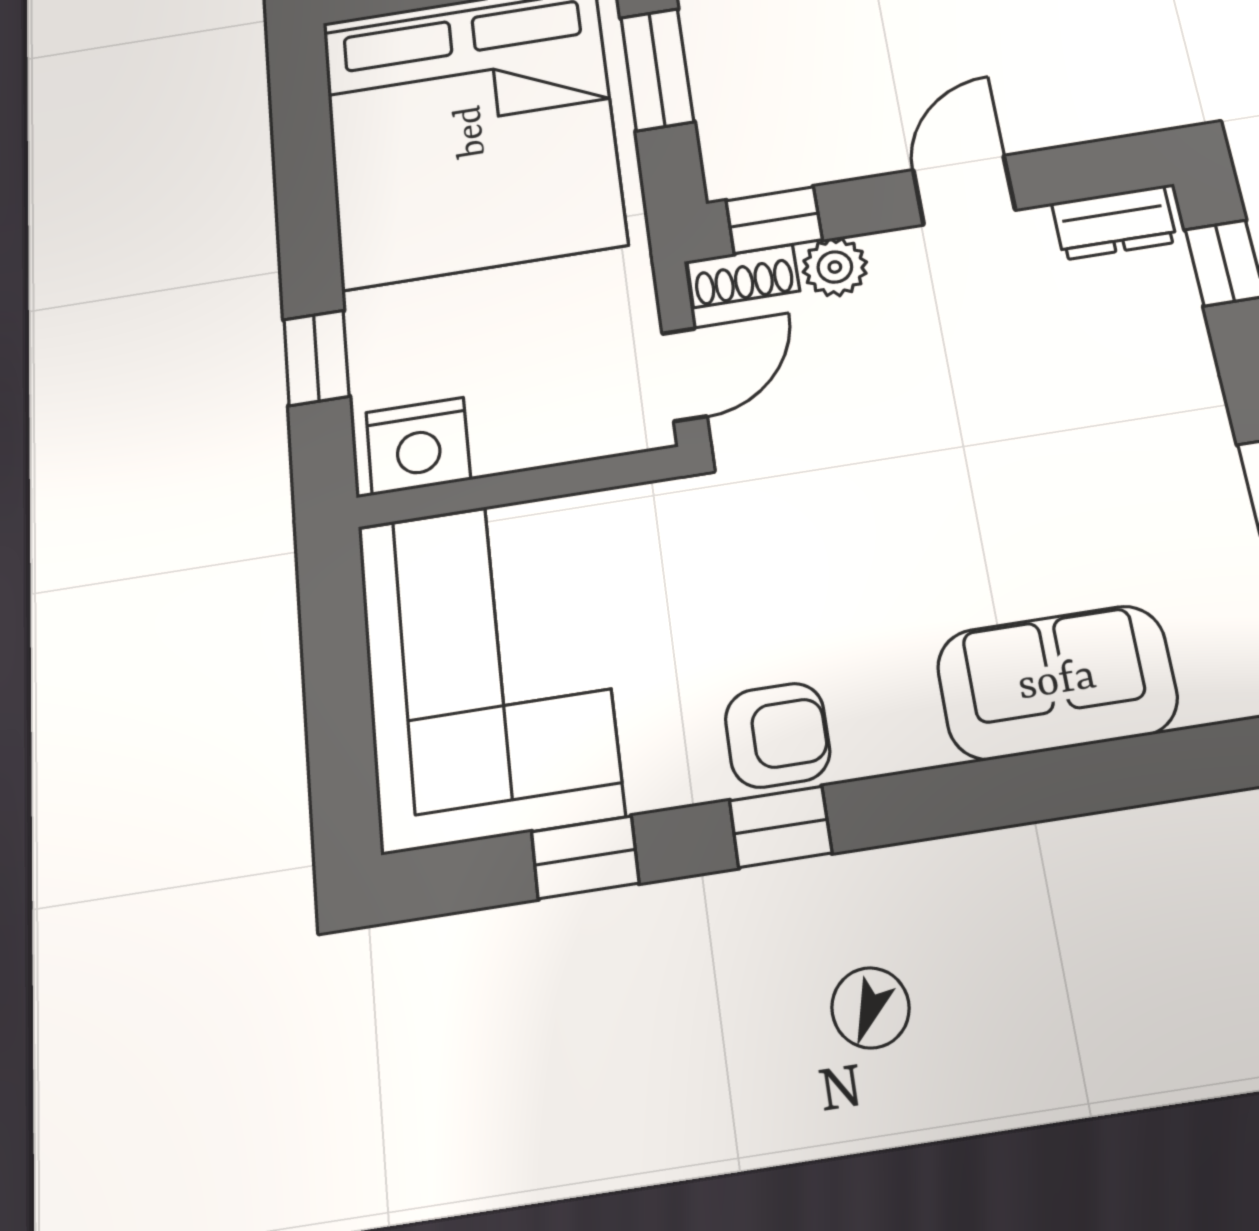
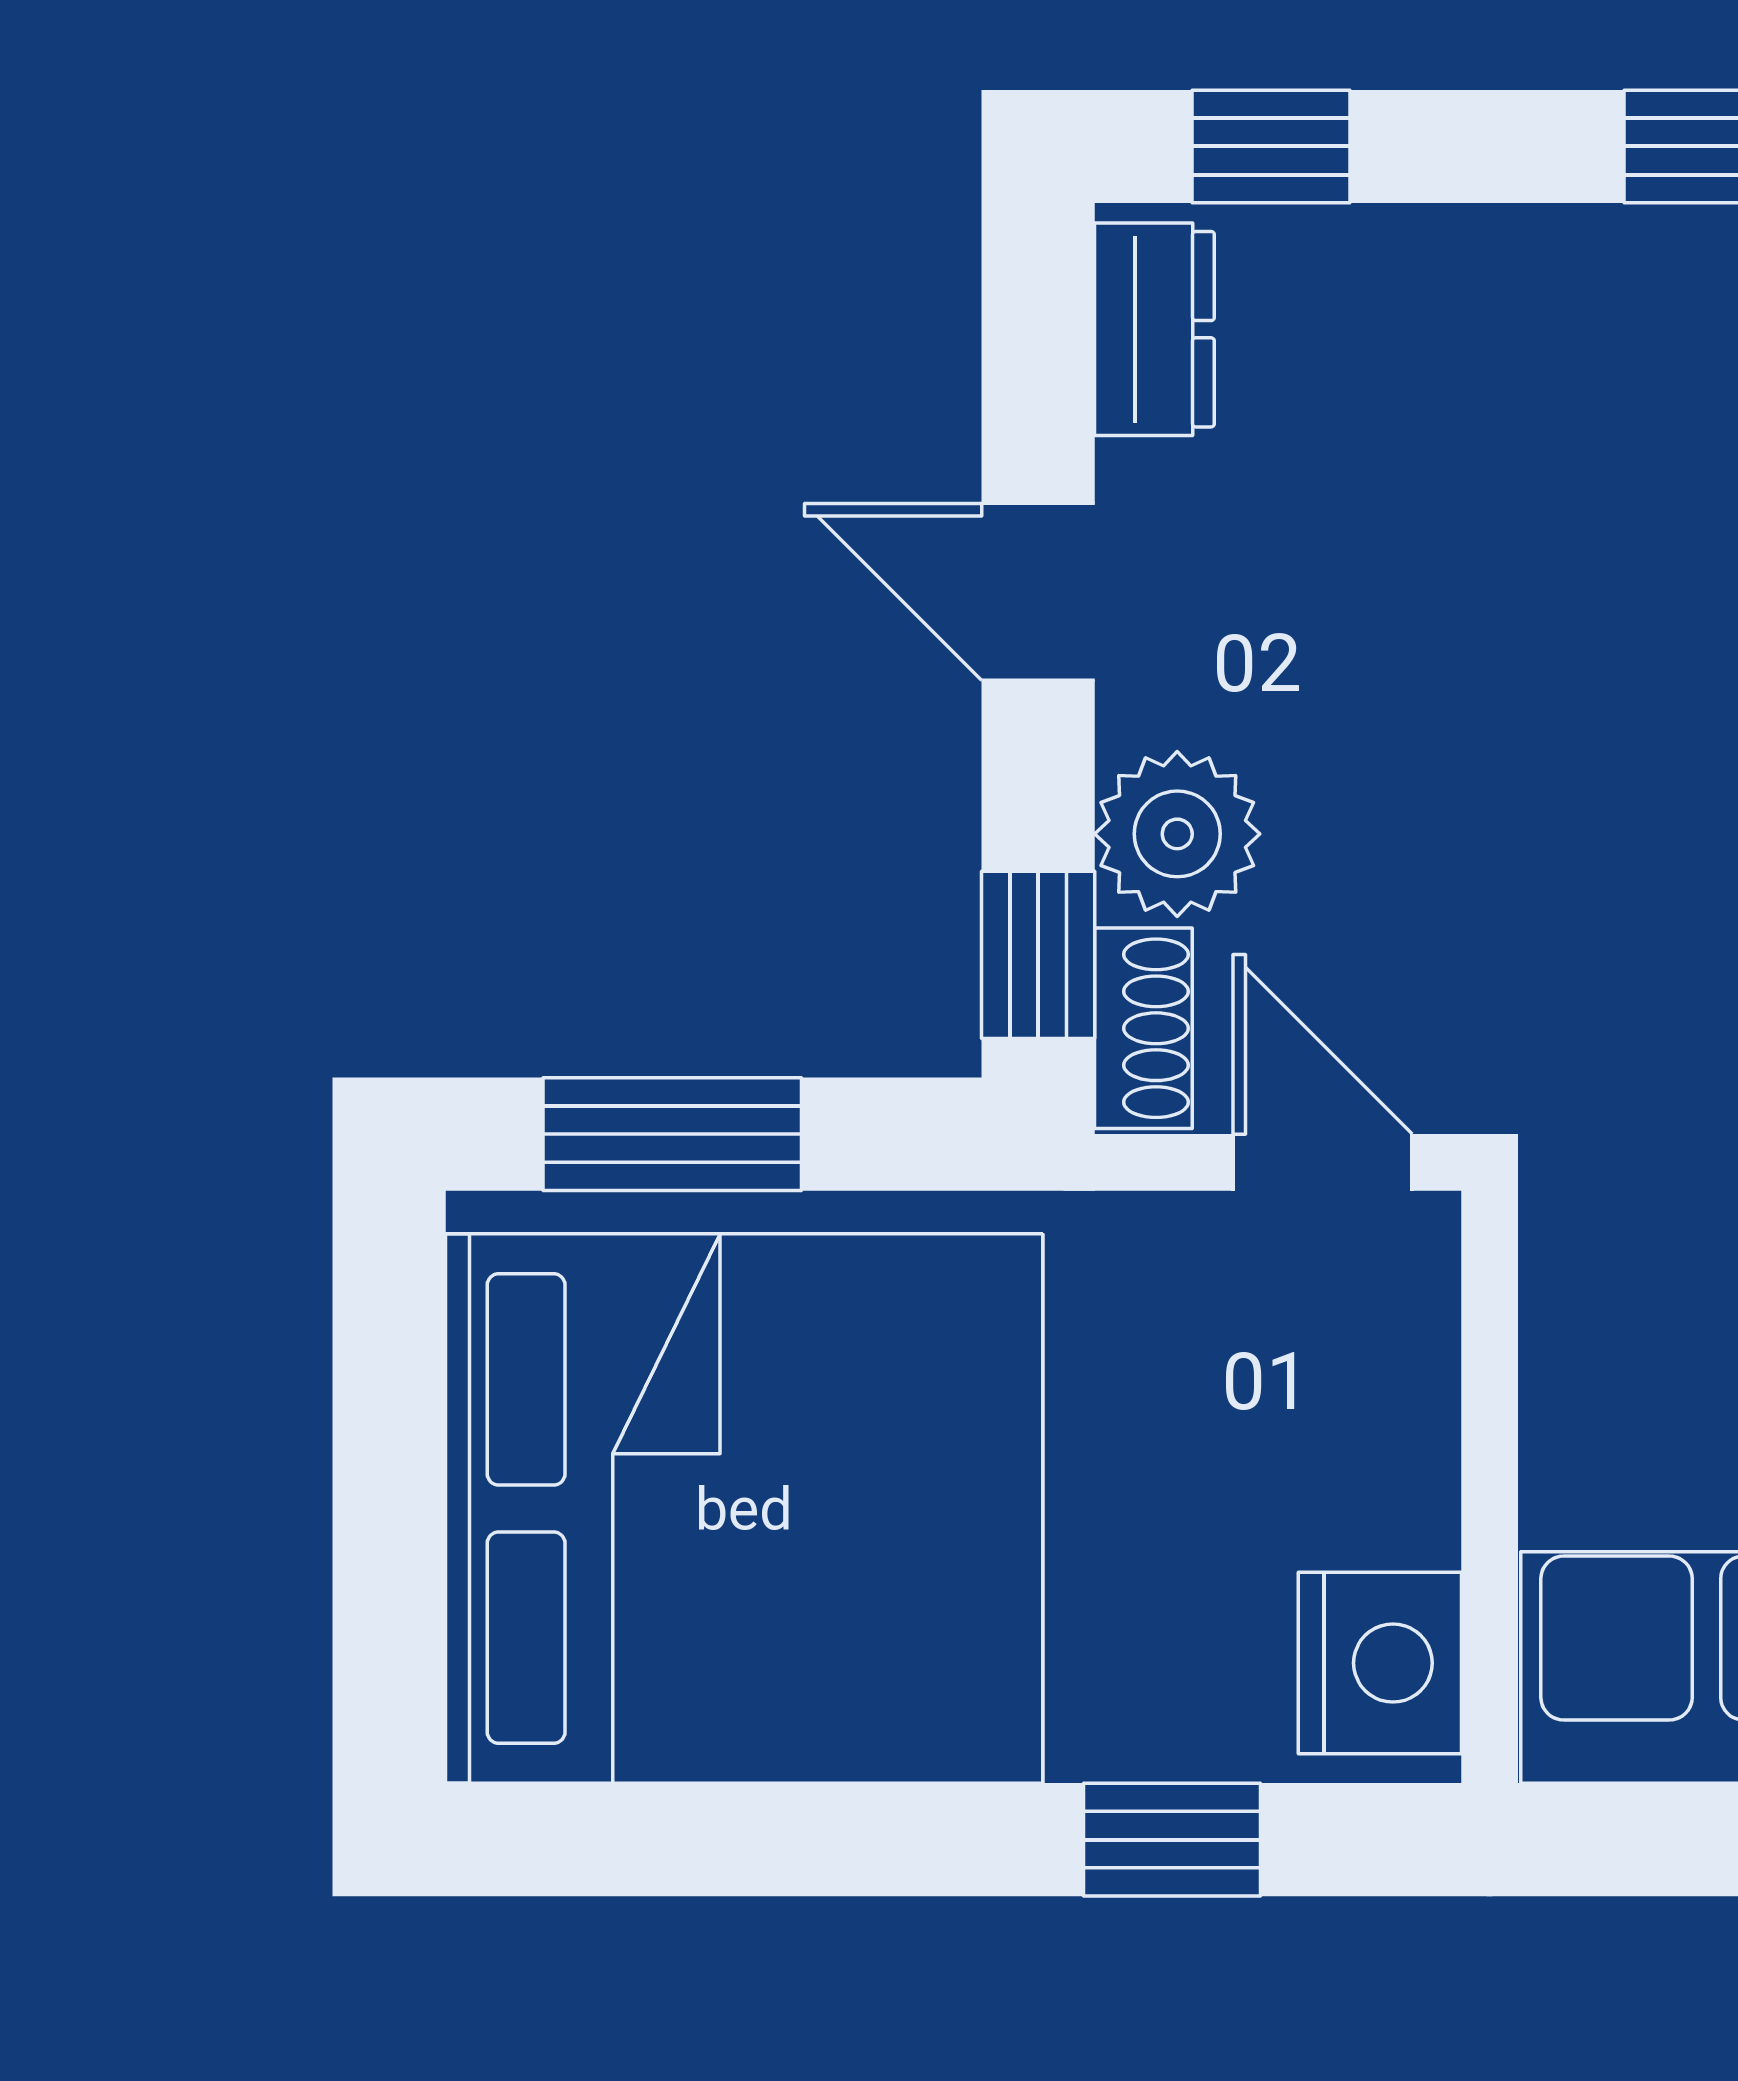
plant: (835, 267) -> (1177, 834), width x1.38, depth x1.38

